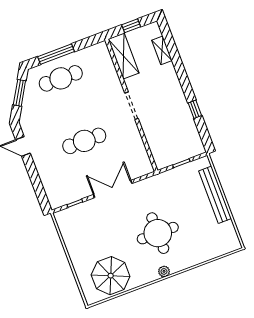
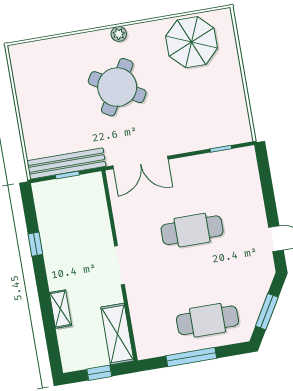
shelving: (162, 50) -> (60, 309), moved
window: (56, 54) -> (191, 357), moved
double door: (113, 189) -> (140, 162), moved
bench: (215, 195) -> (66, 163), moved, turned 90
round table: (158, 233) -> (117, 87), turned 30

